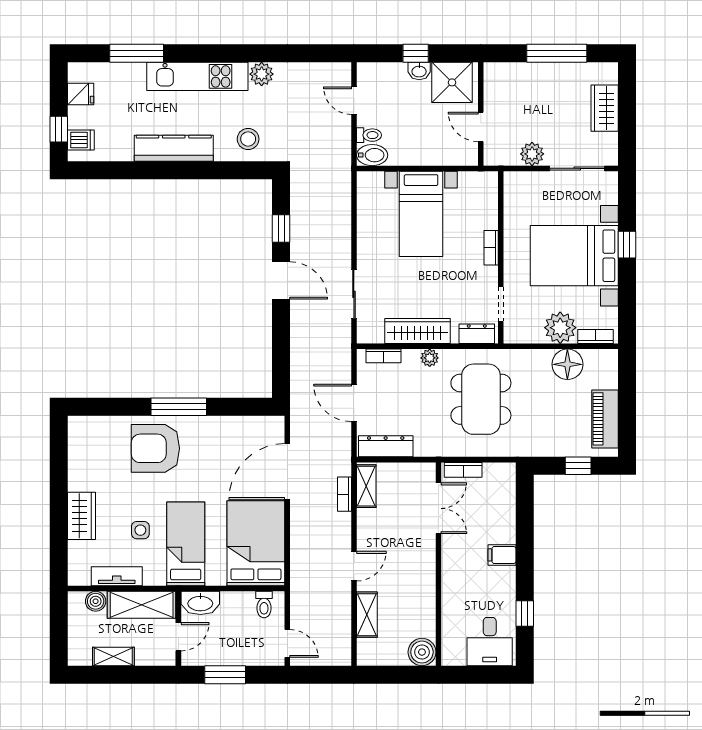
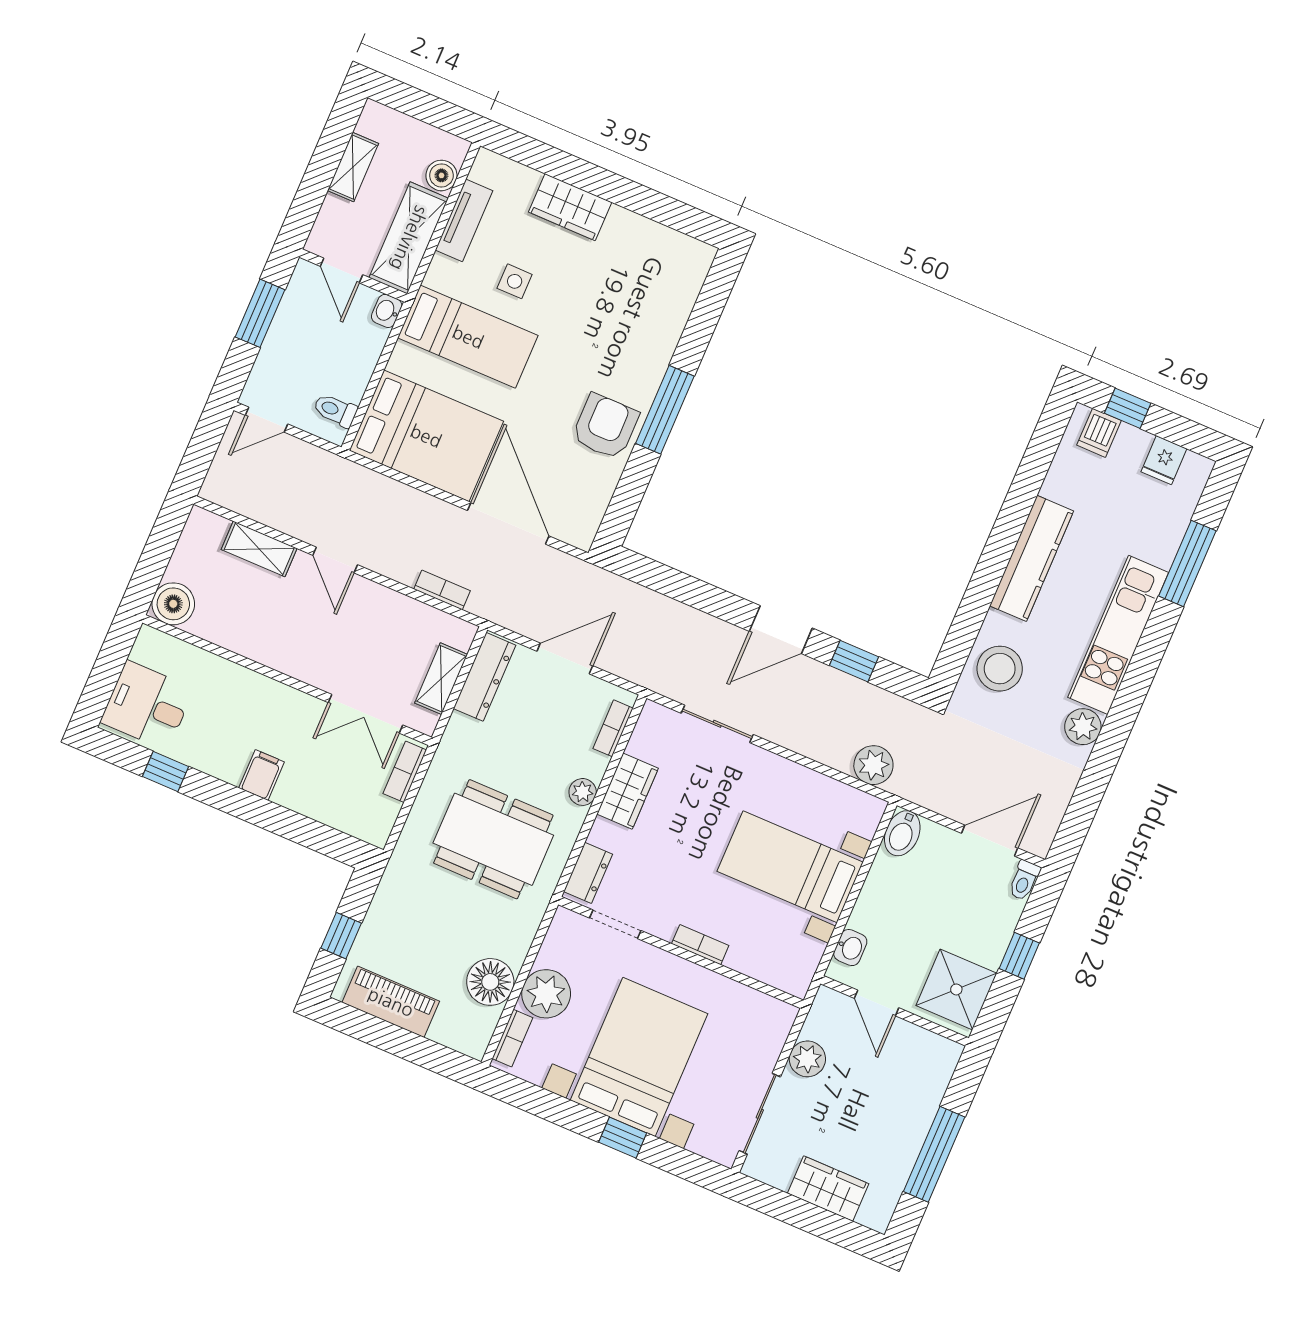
washbasin: (419, 71) -> (850, 948), moved, turned 180
door: (354, 101) -> (990, 841), width x1.38
door: (481, 127) -> (877, 1003), swing flipped
toilet: (369, 135) -> (1024, 880), moved
stool: (248, 139) -> (1000, 669), width x1.38, depth x1.38
plant: (339, 190) -> (873, 765), added
wardrobe: (418, 331) -> (628, 791), width x0.67
armchair: (155, 448) -> (605, 426), moved, width x0.73, depth x0.73
shelving: (366, 486) -> (441, 679), moved, turned 90
washbasin: (200, 603) -> (387, 311), width x0.52, depth x0.69

